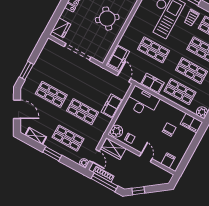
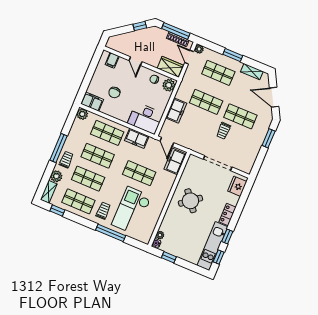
trolley: (69, 82) -> (223, 131), added

